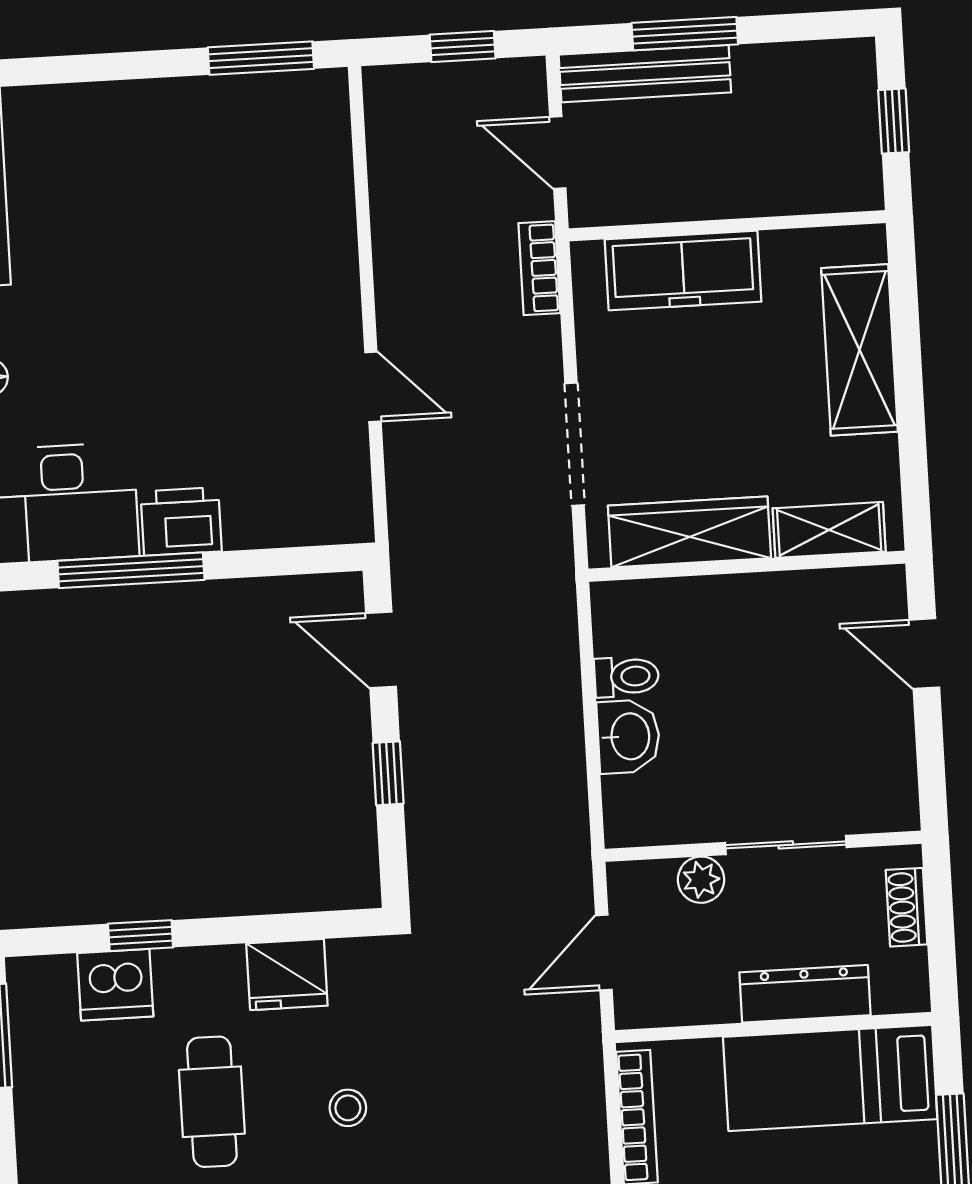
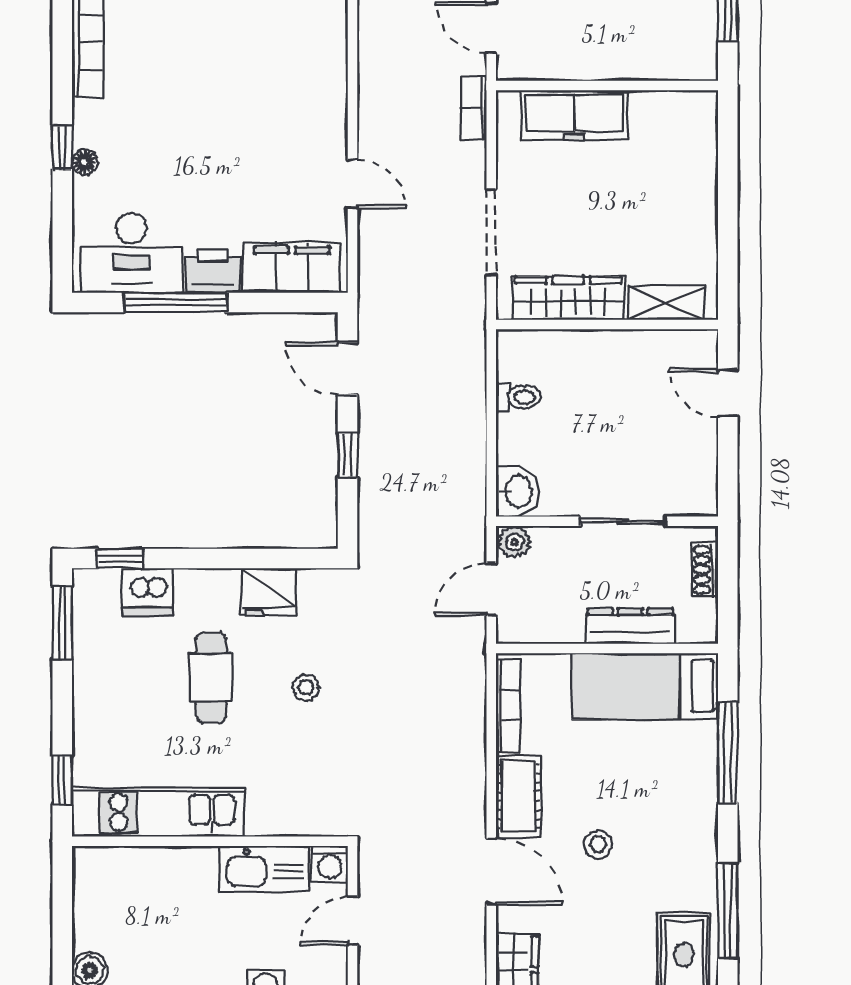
shelving: (859, 350) -> (695, 178), removed
filing cabinet: (293, 511) -> (292, 268), added
washbasin: (628, 736) -> (517, 491), moved
plant: (701, 880) -> (515, 542), moved
window: (141, 936) -> (120, 559), moved

